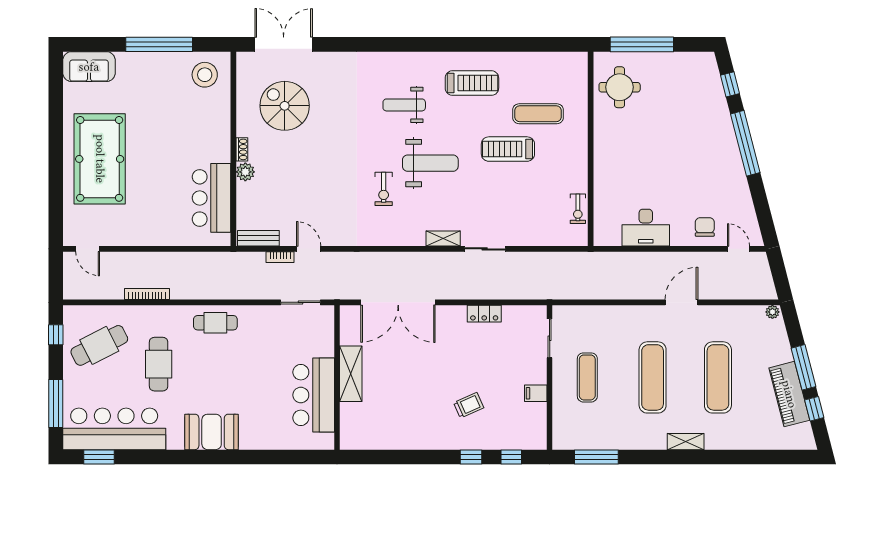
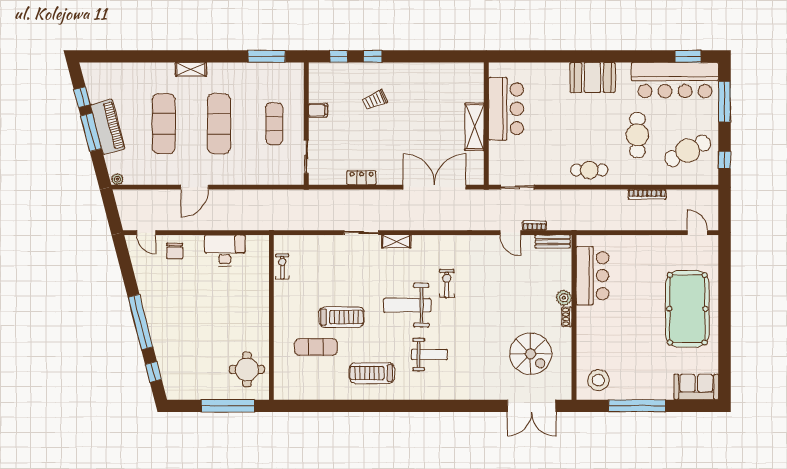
piano: (789, 394) -> (108, 127), moved

